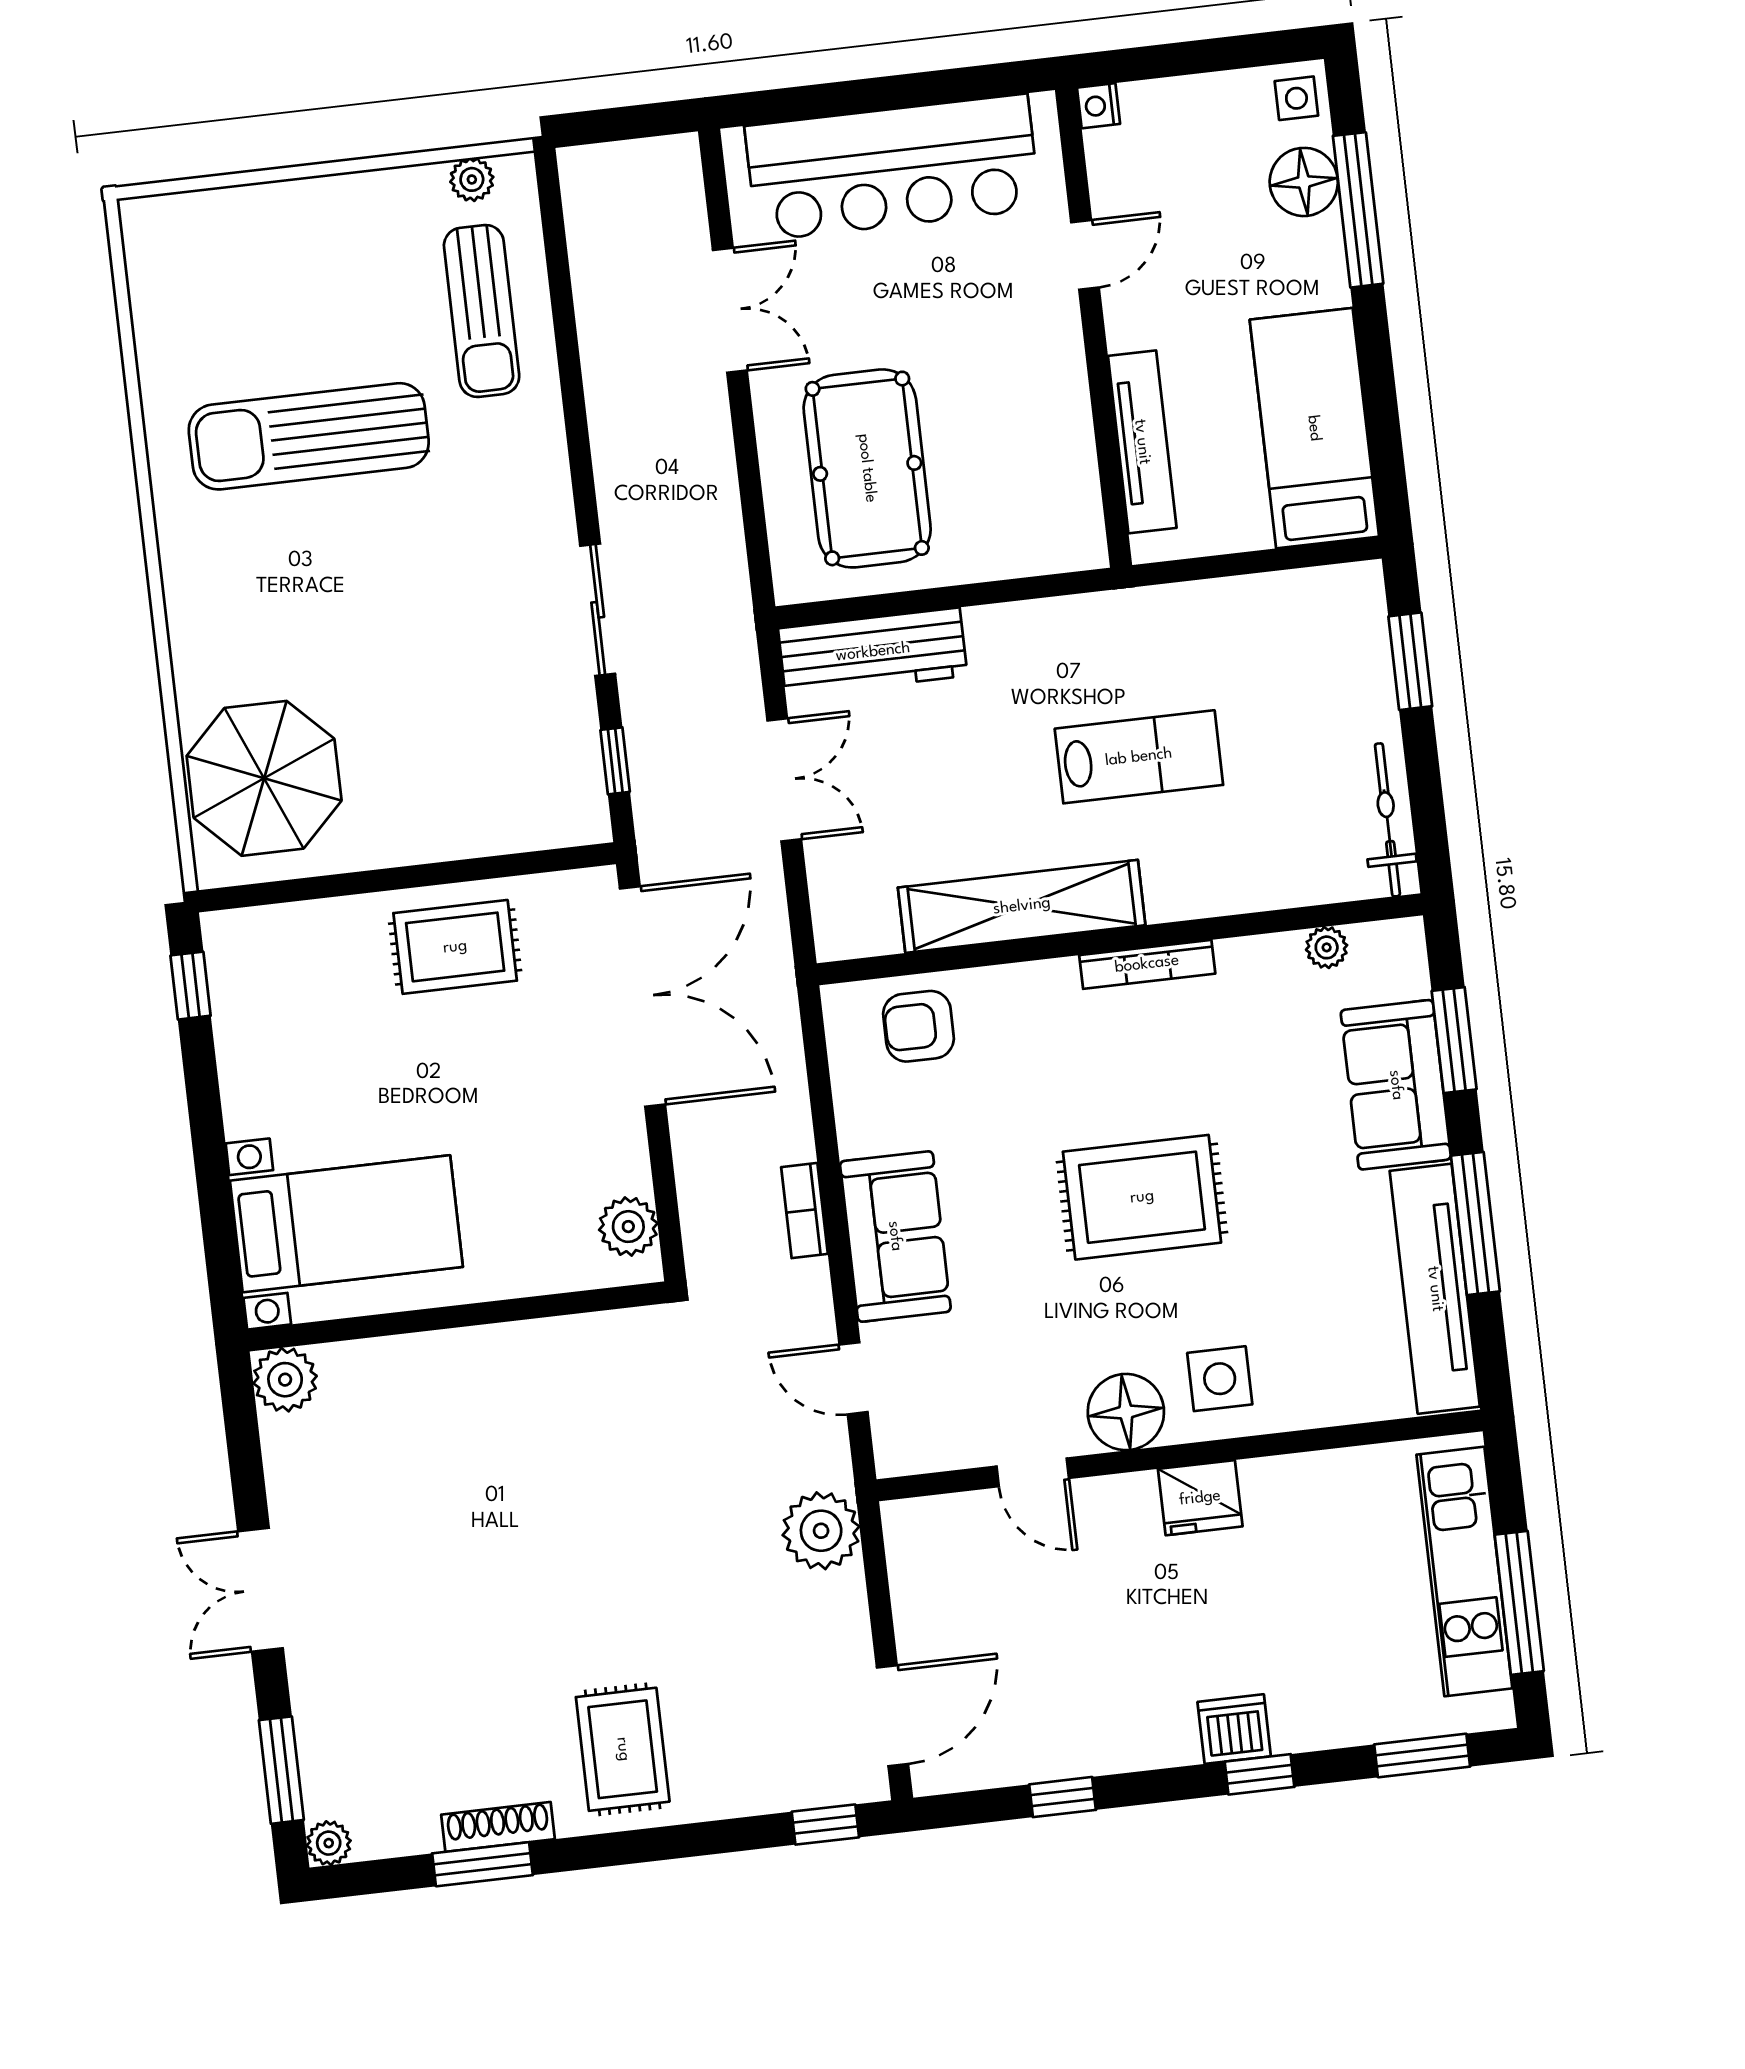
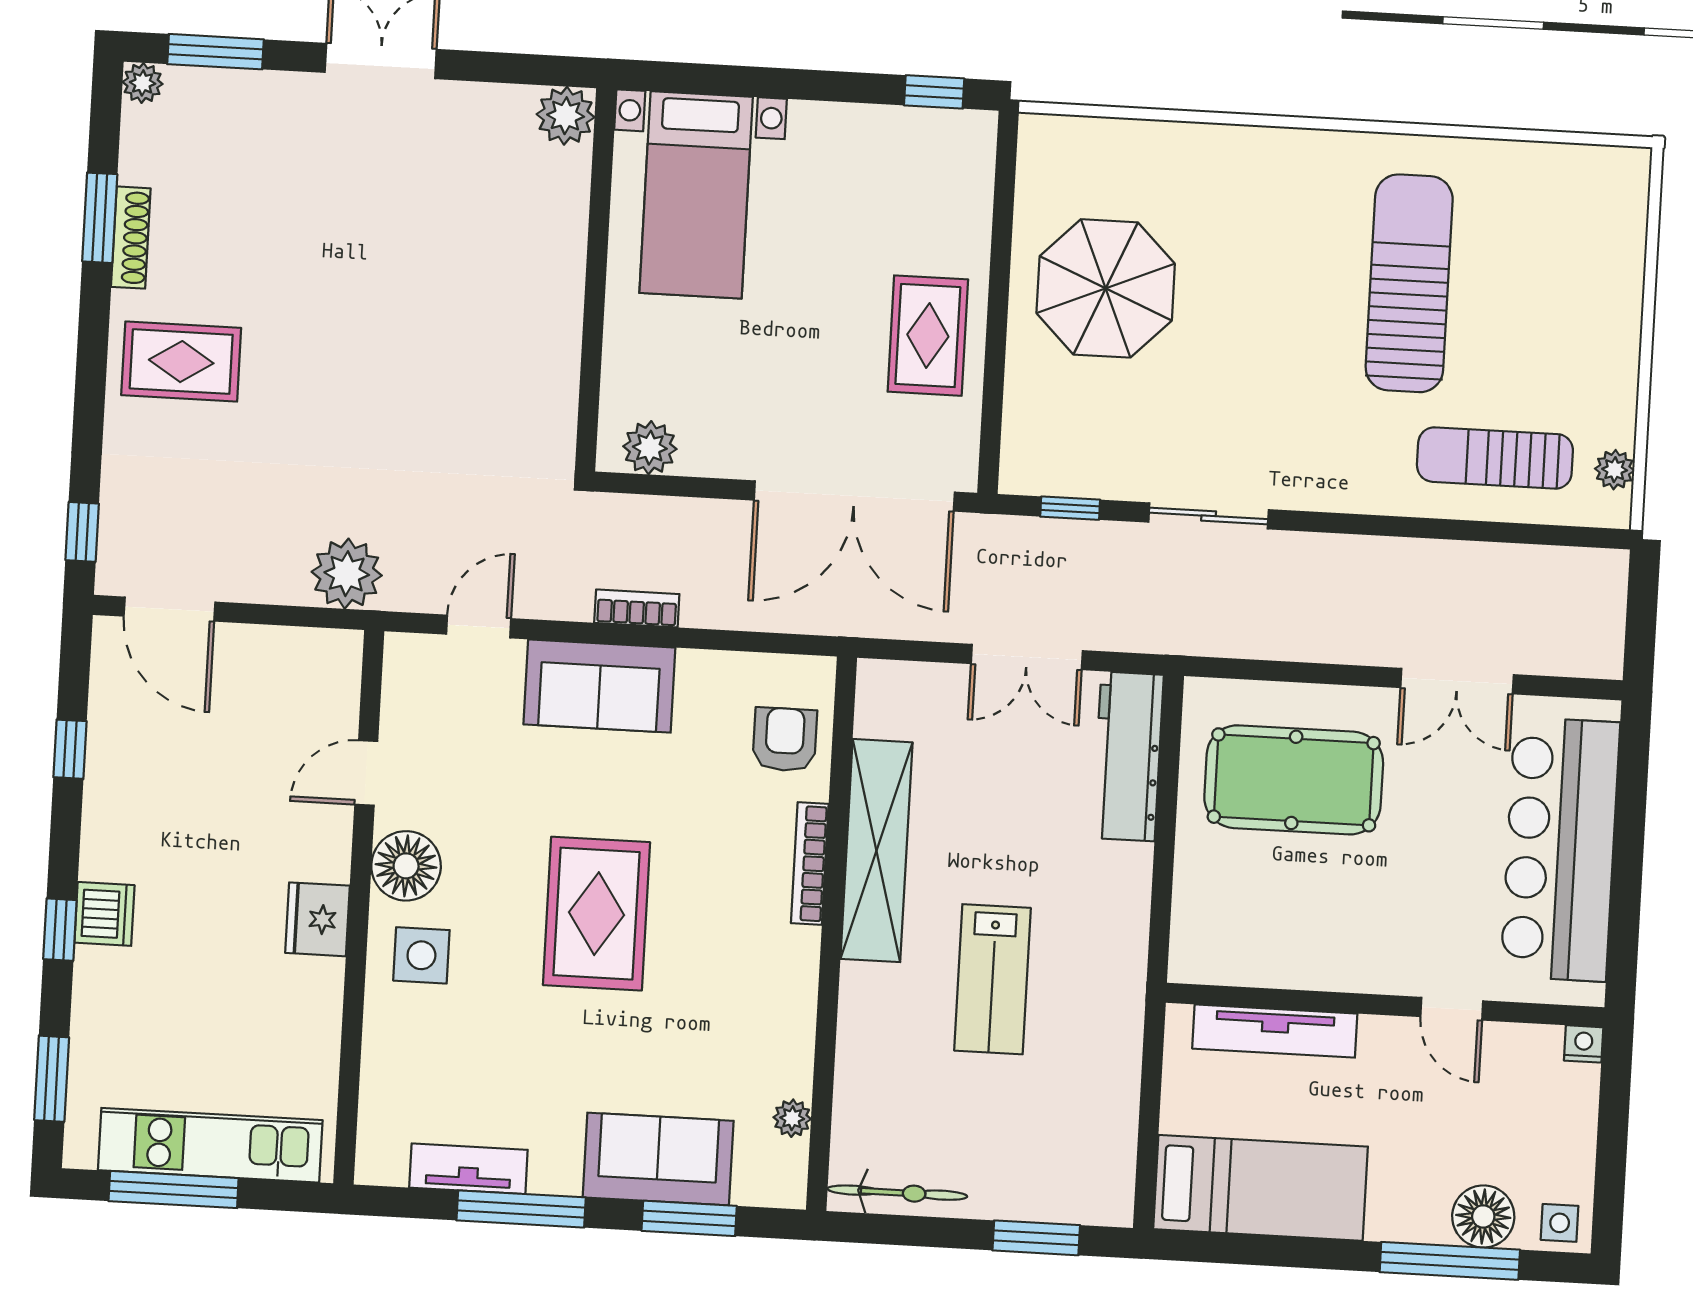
parasol: (264, 778) -> (1106, 288), moved
bookcase: (1147, 964) -> (810, 864), moved
tv unit: (1435, 1289) -> (468, 1169), width x0.52, depth x0.78

